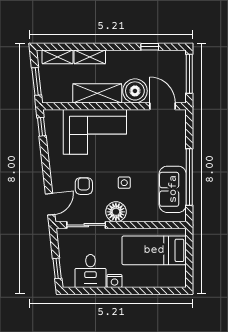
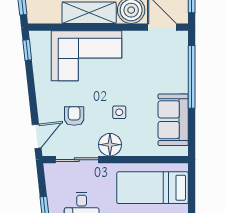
window: (189, 177) -> (192, 77), moved

